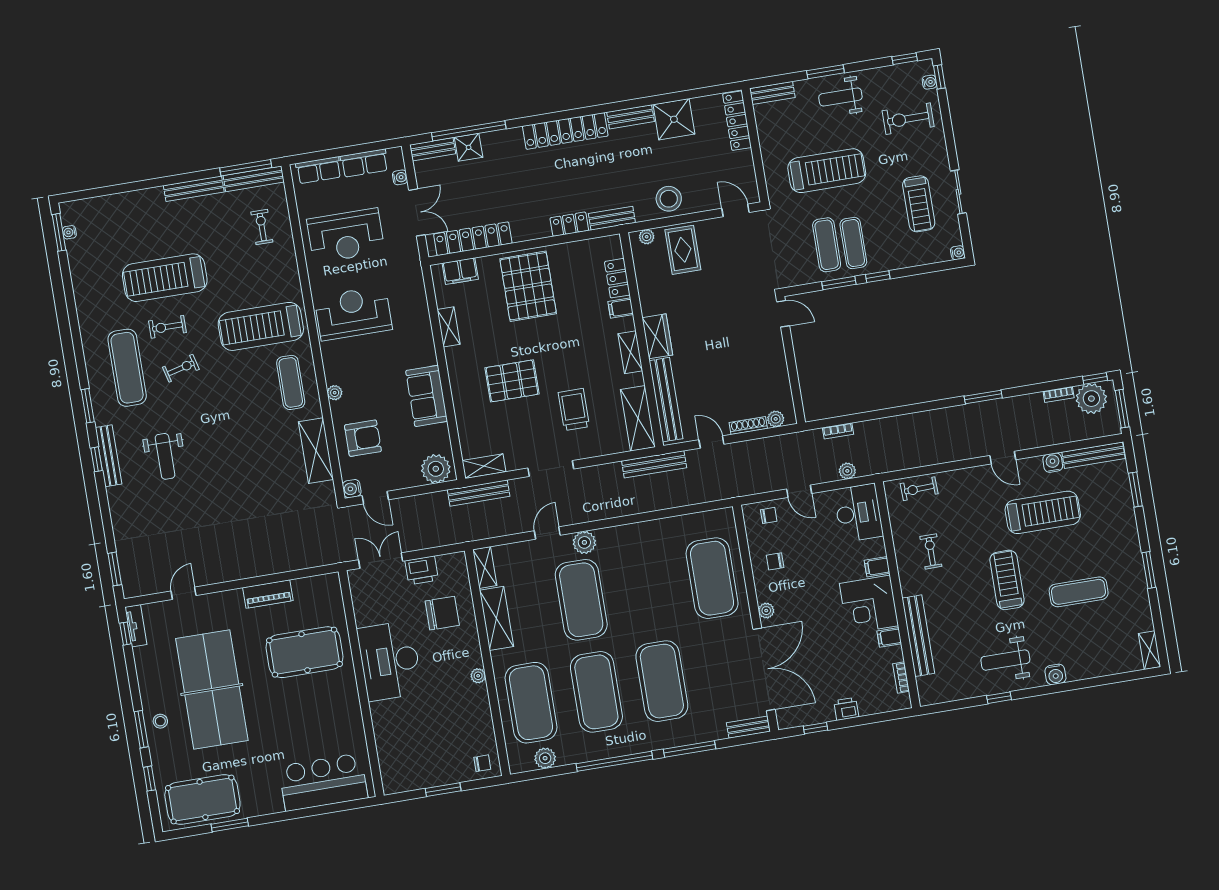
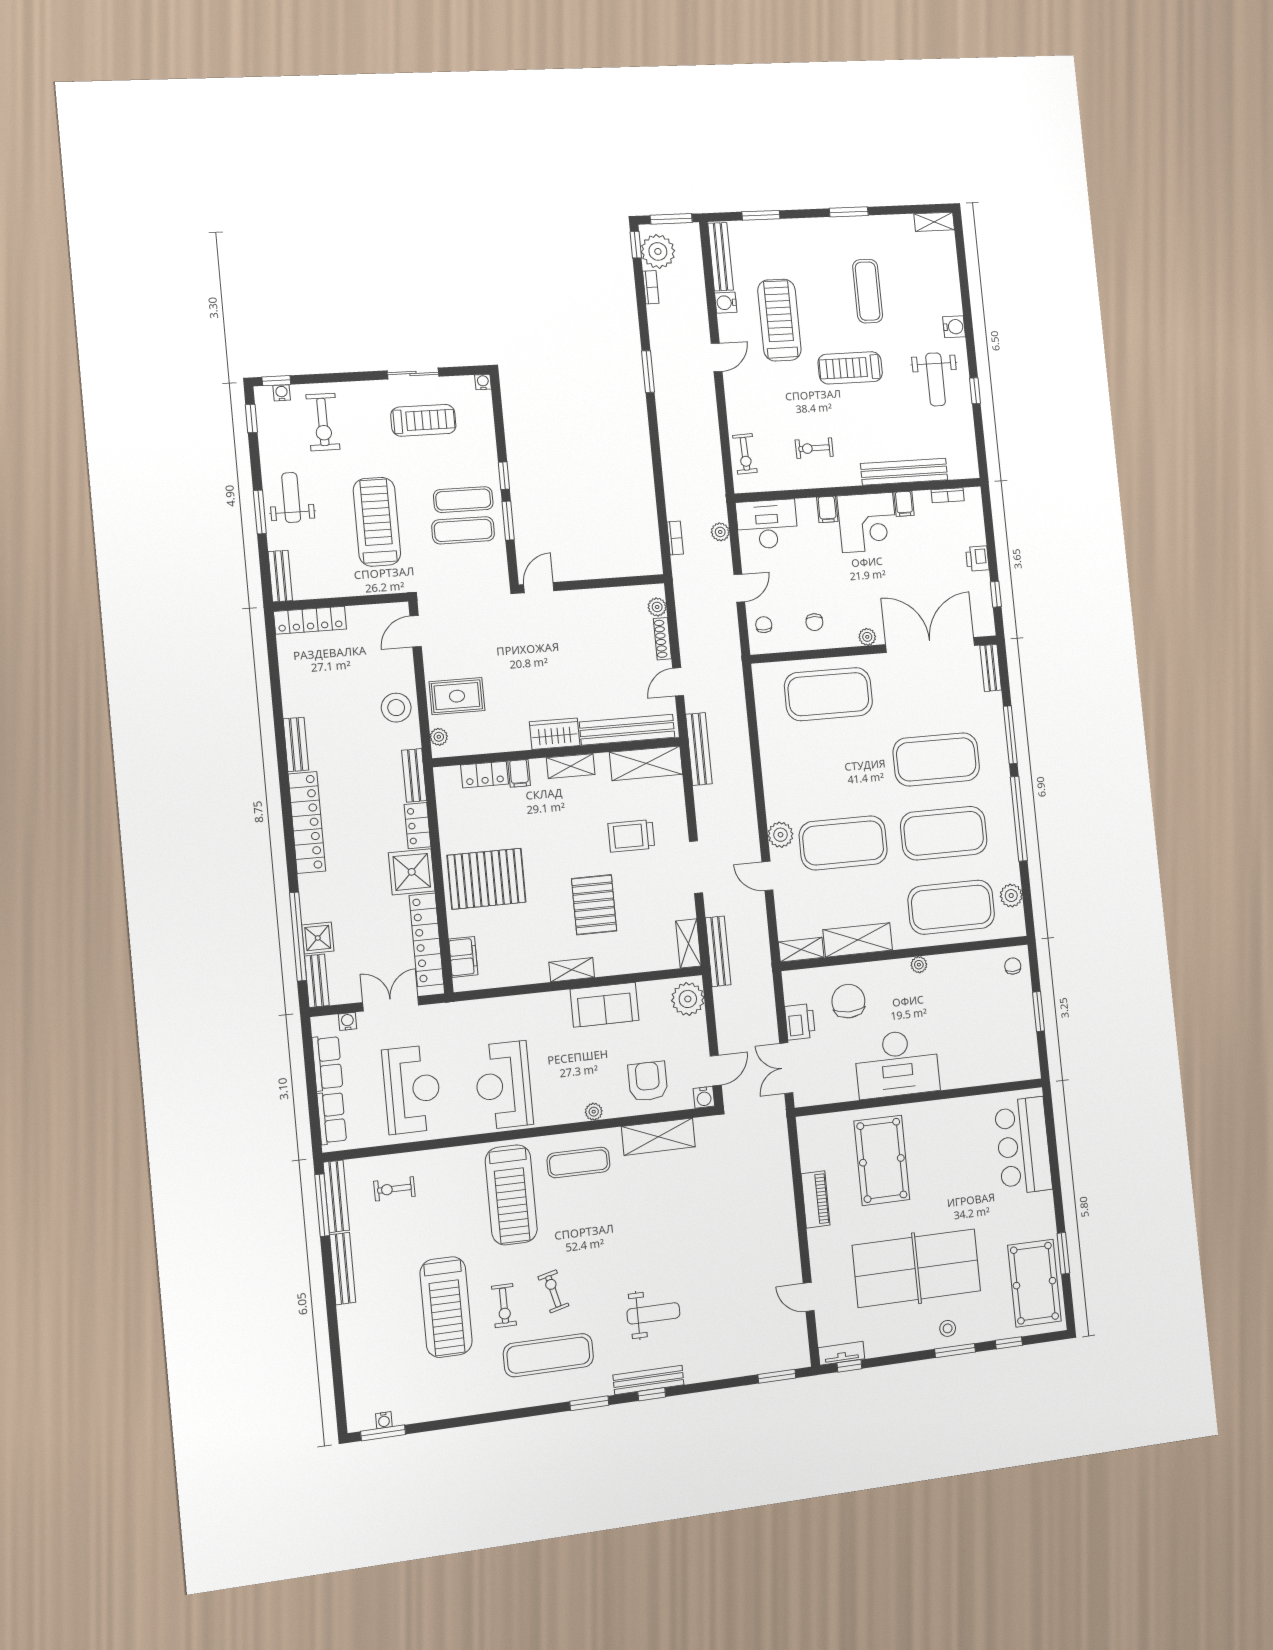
weight bench: (840, 97) -> (291, 497), turned 180
shower: (674, 119) -> (412, 872), moved
shelving: (449, 327) -> (572, 970), moved

